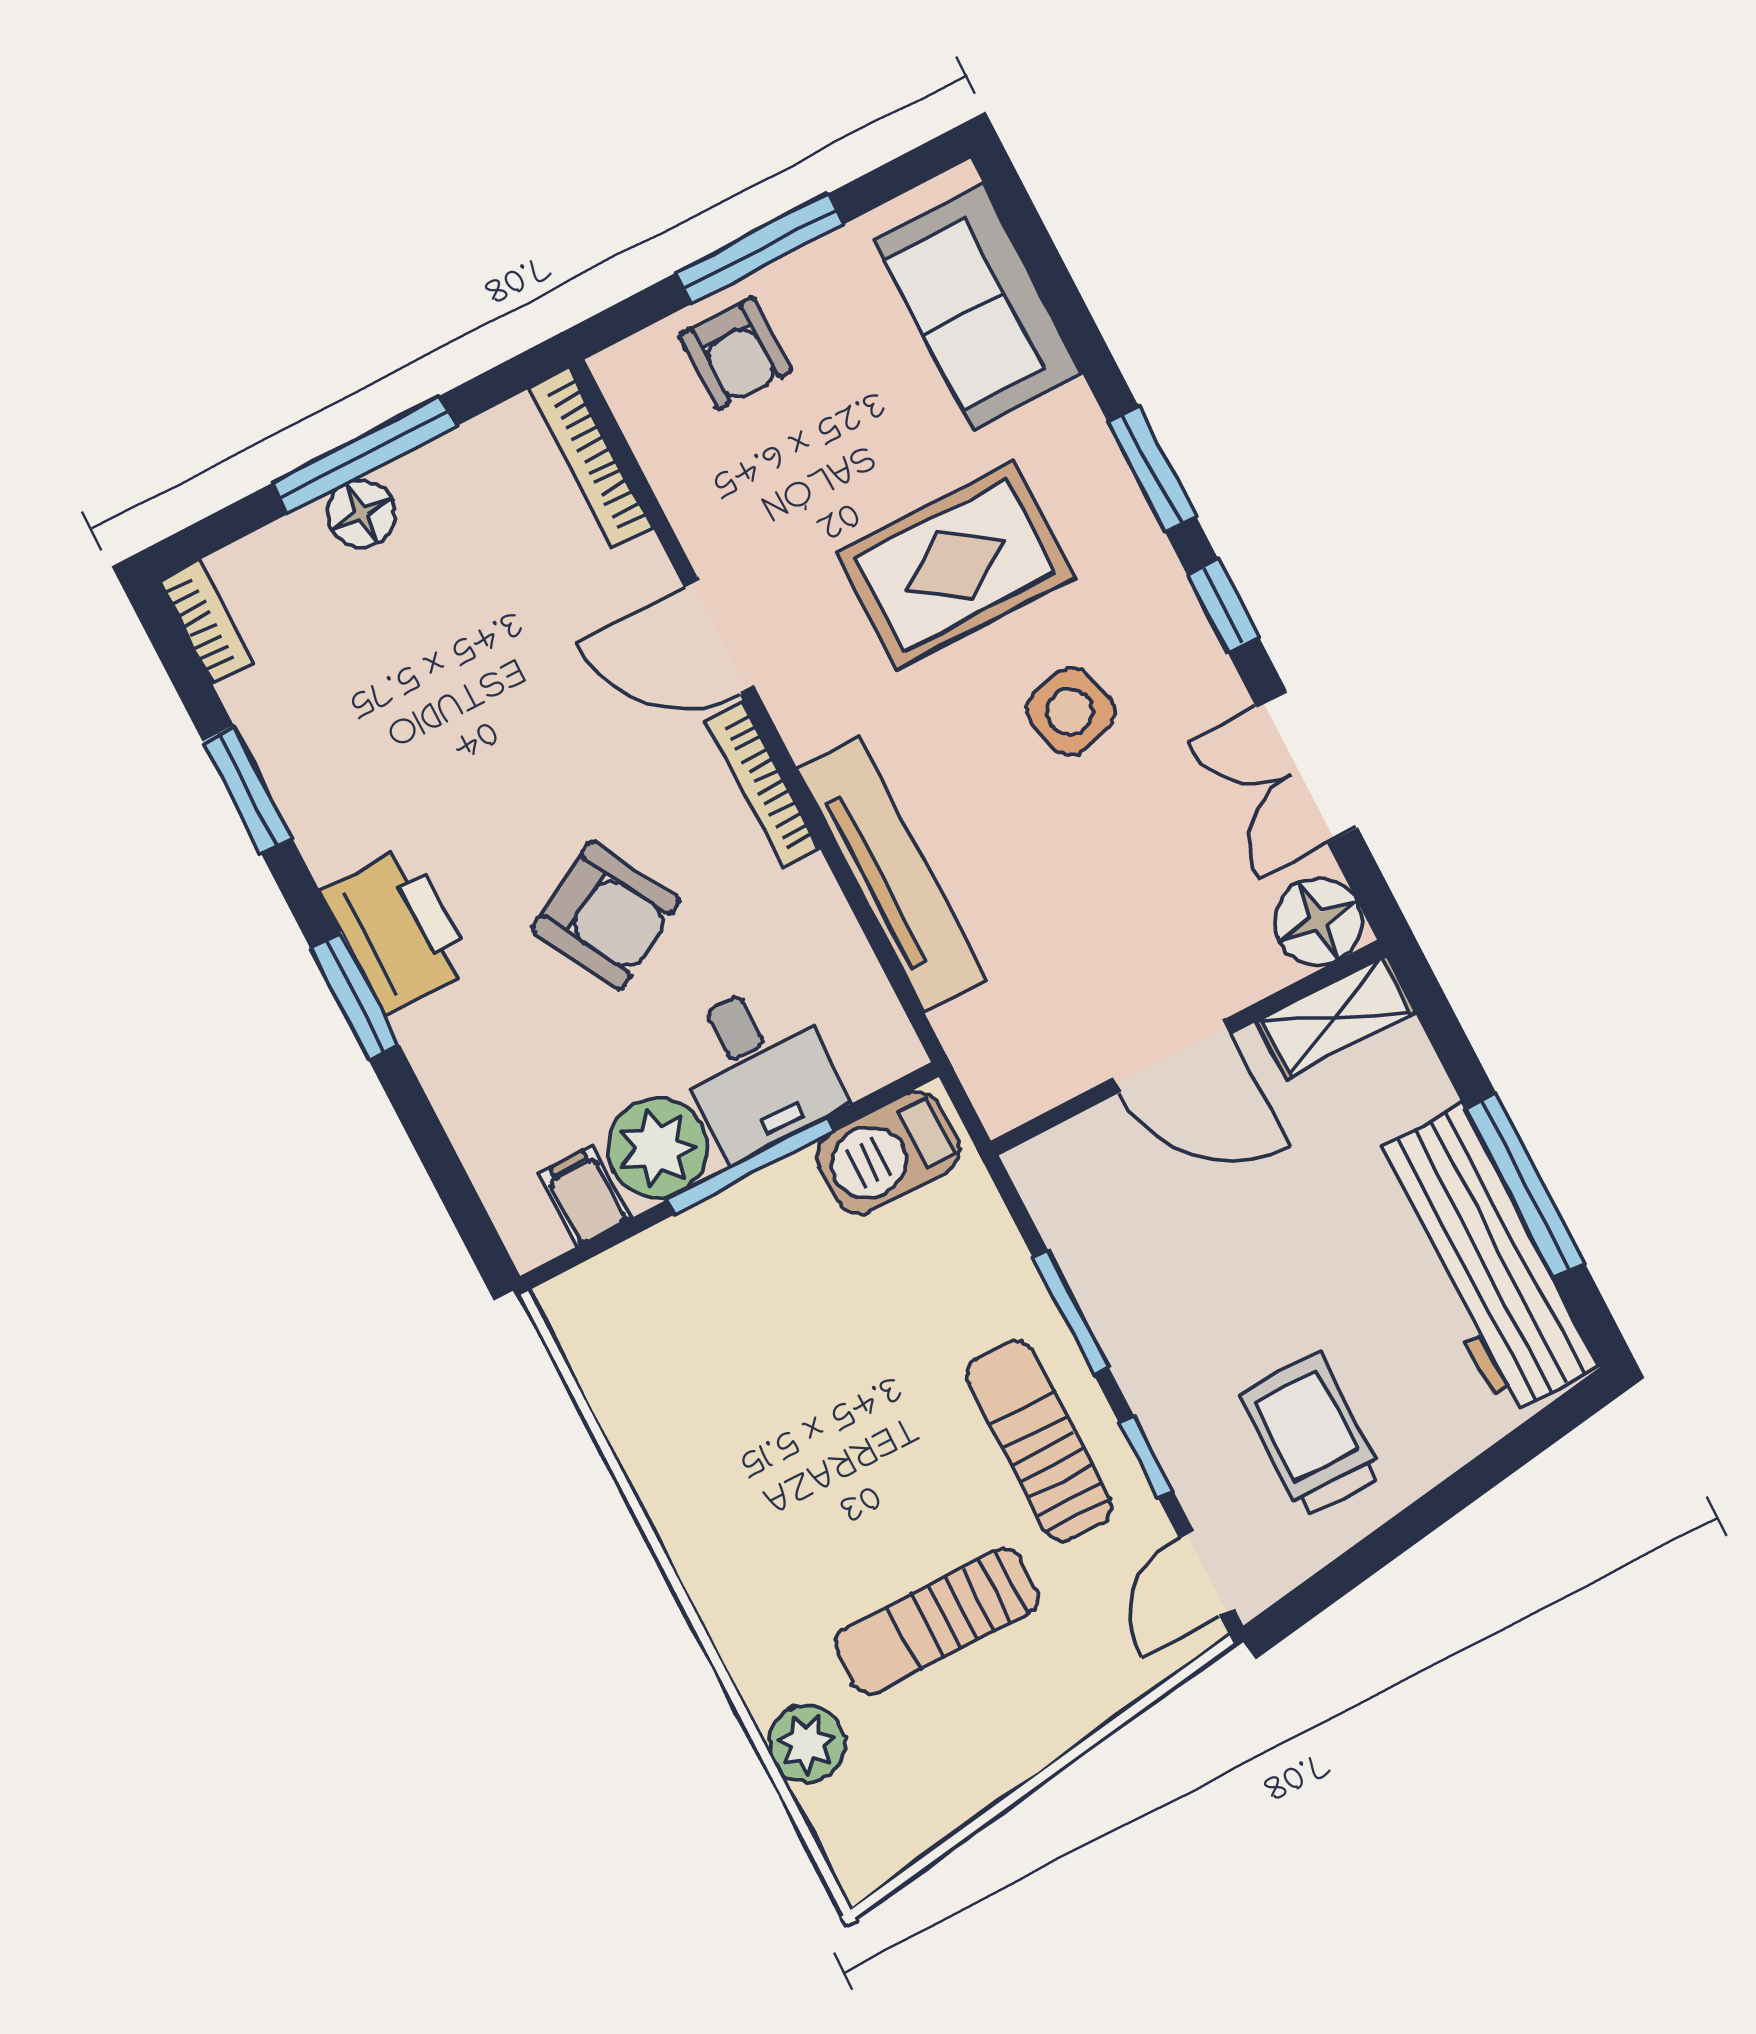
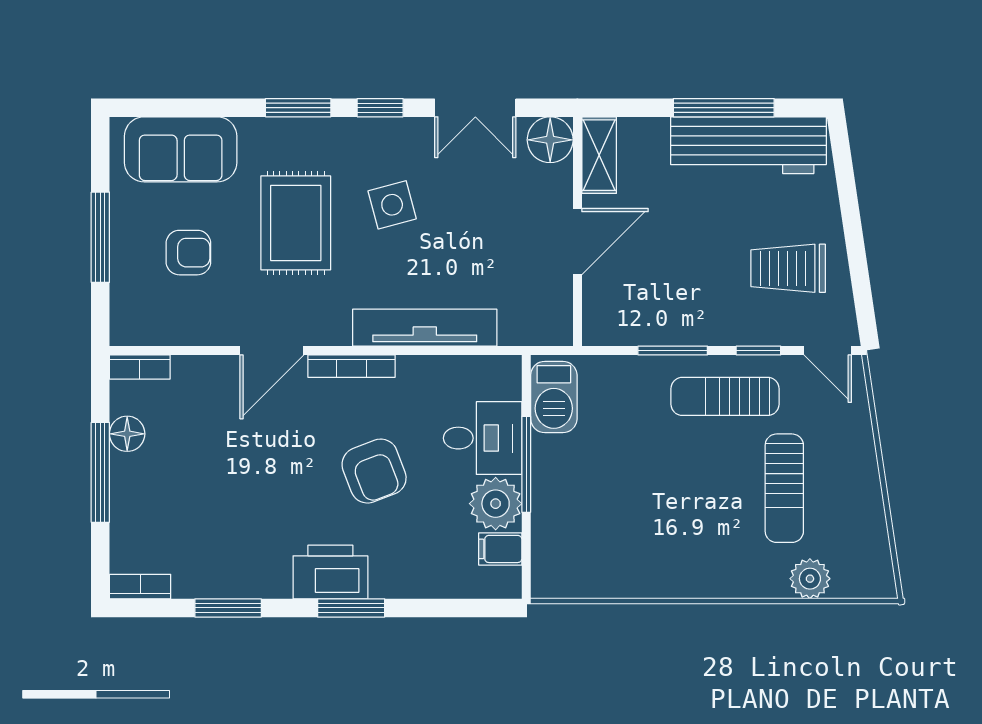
armchair: (735, 353) -> (188, 253), moved
bookcase: (591, 458) -> (140, 367), width x0.64
floor lamp: (362, 513) -> (127, 434), moved
armchair: (606, 915) -> (374, 471), turned 98

